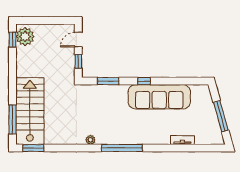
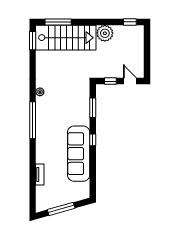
plant: (25, 37) -> (105, 33), moved

